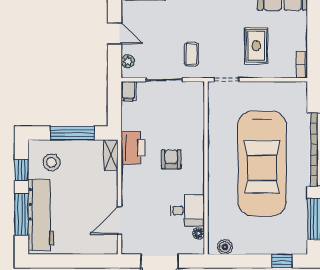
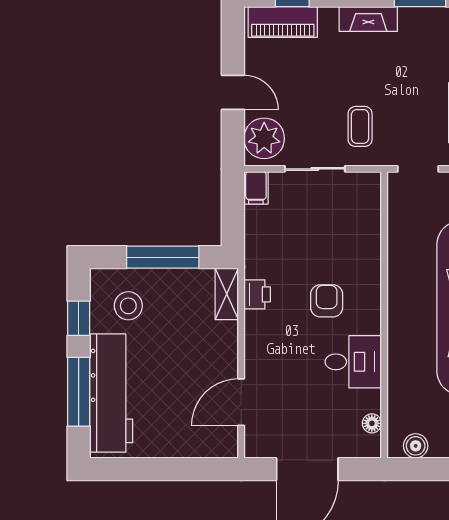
plant: (128, 61) -> (264, 138), width x1.87, depth x1.87
printer: (133, 148) -> (257, 294), width x0.53, depth x0.68
desk: (187, 210) -> (353, 362), moved

